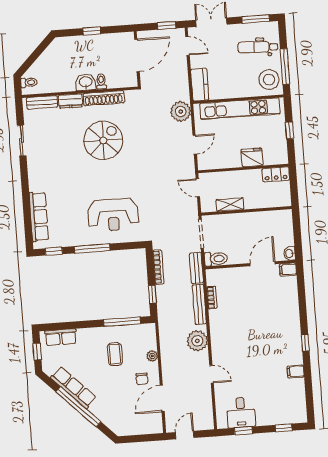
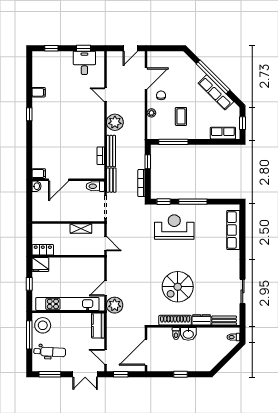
door: (195, 145) -> (105, 288), moved
fridge: (252, 157) -> (40, 265), moved
window: (54, 251) -> (164, 202), moved

